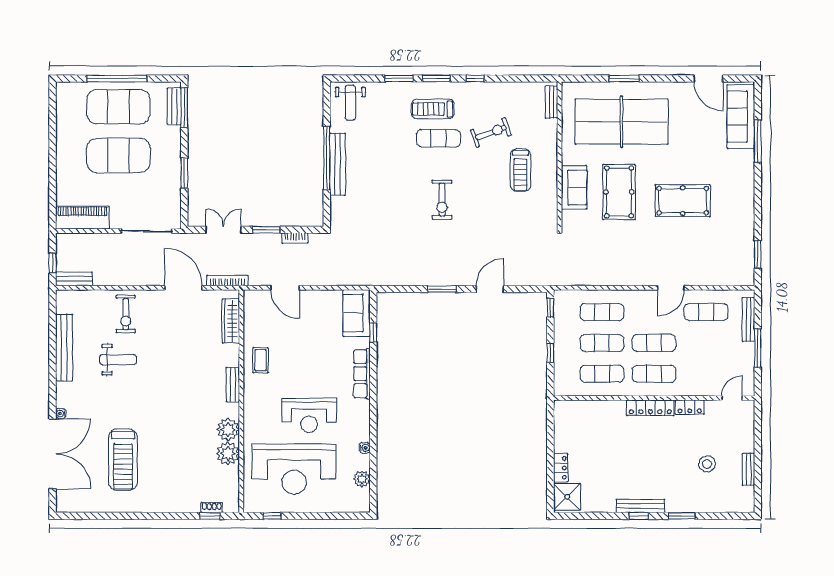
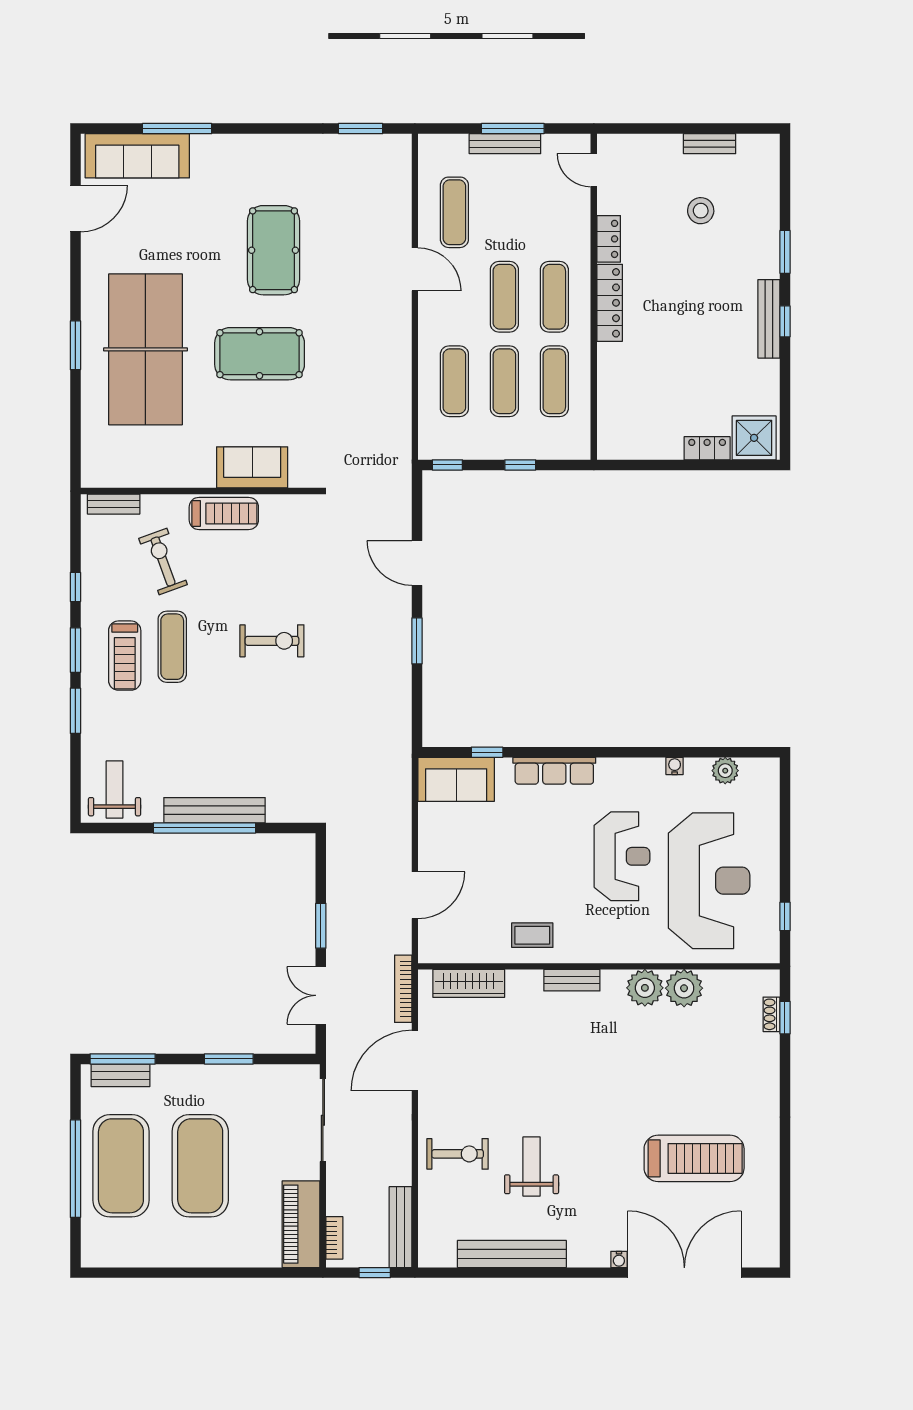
bench: (551, 102) -> (114, 504), moved
weight bench: (350, 103) -> (115, 790), turned -90
wall: (559, 155) -> (200, 491), moved
sofa: (574, 187) -> (252, 467), moved
bookcase: (295, 238) -> (334, 1238), moved
bench: (74, 279) -> (401, 1227), width x1.36
bench: (748, 319) -> (505, 144), moved

